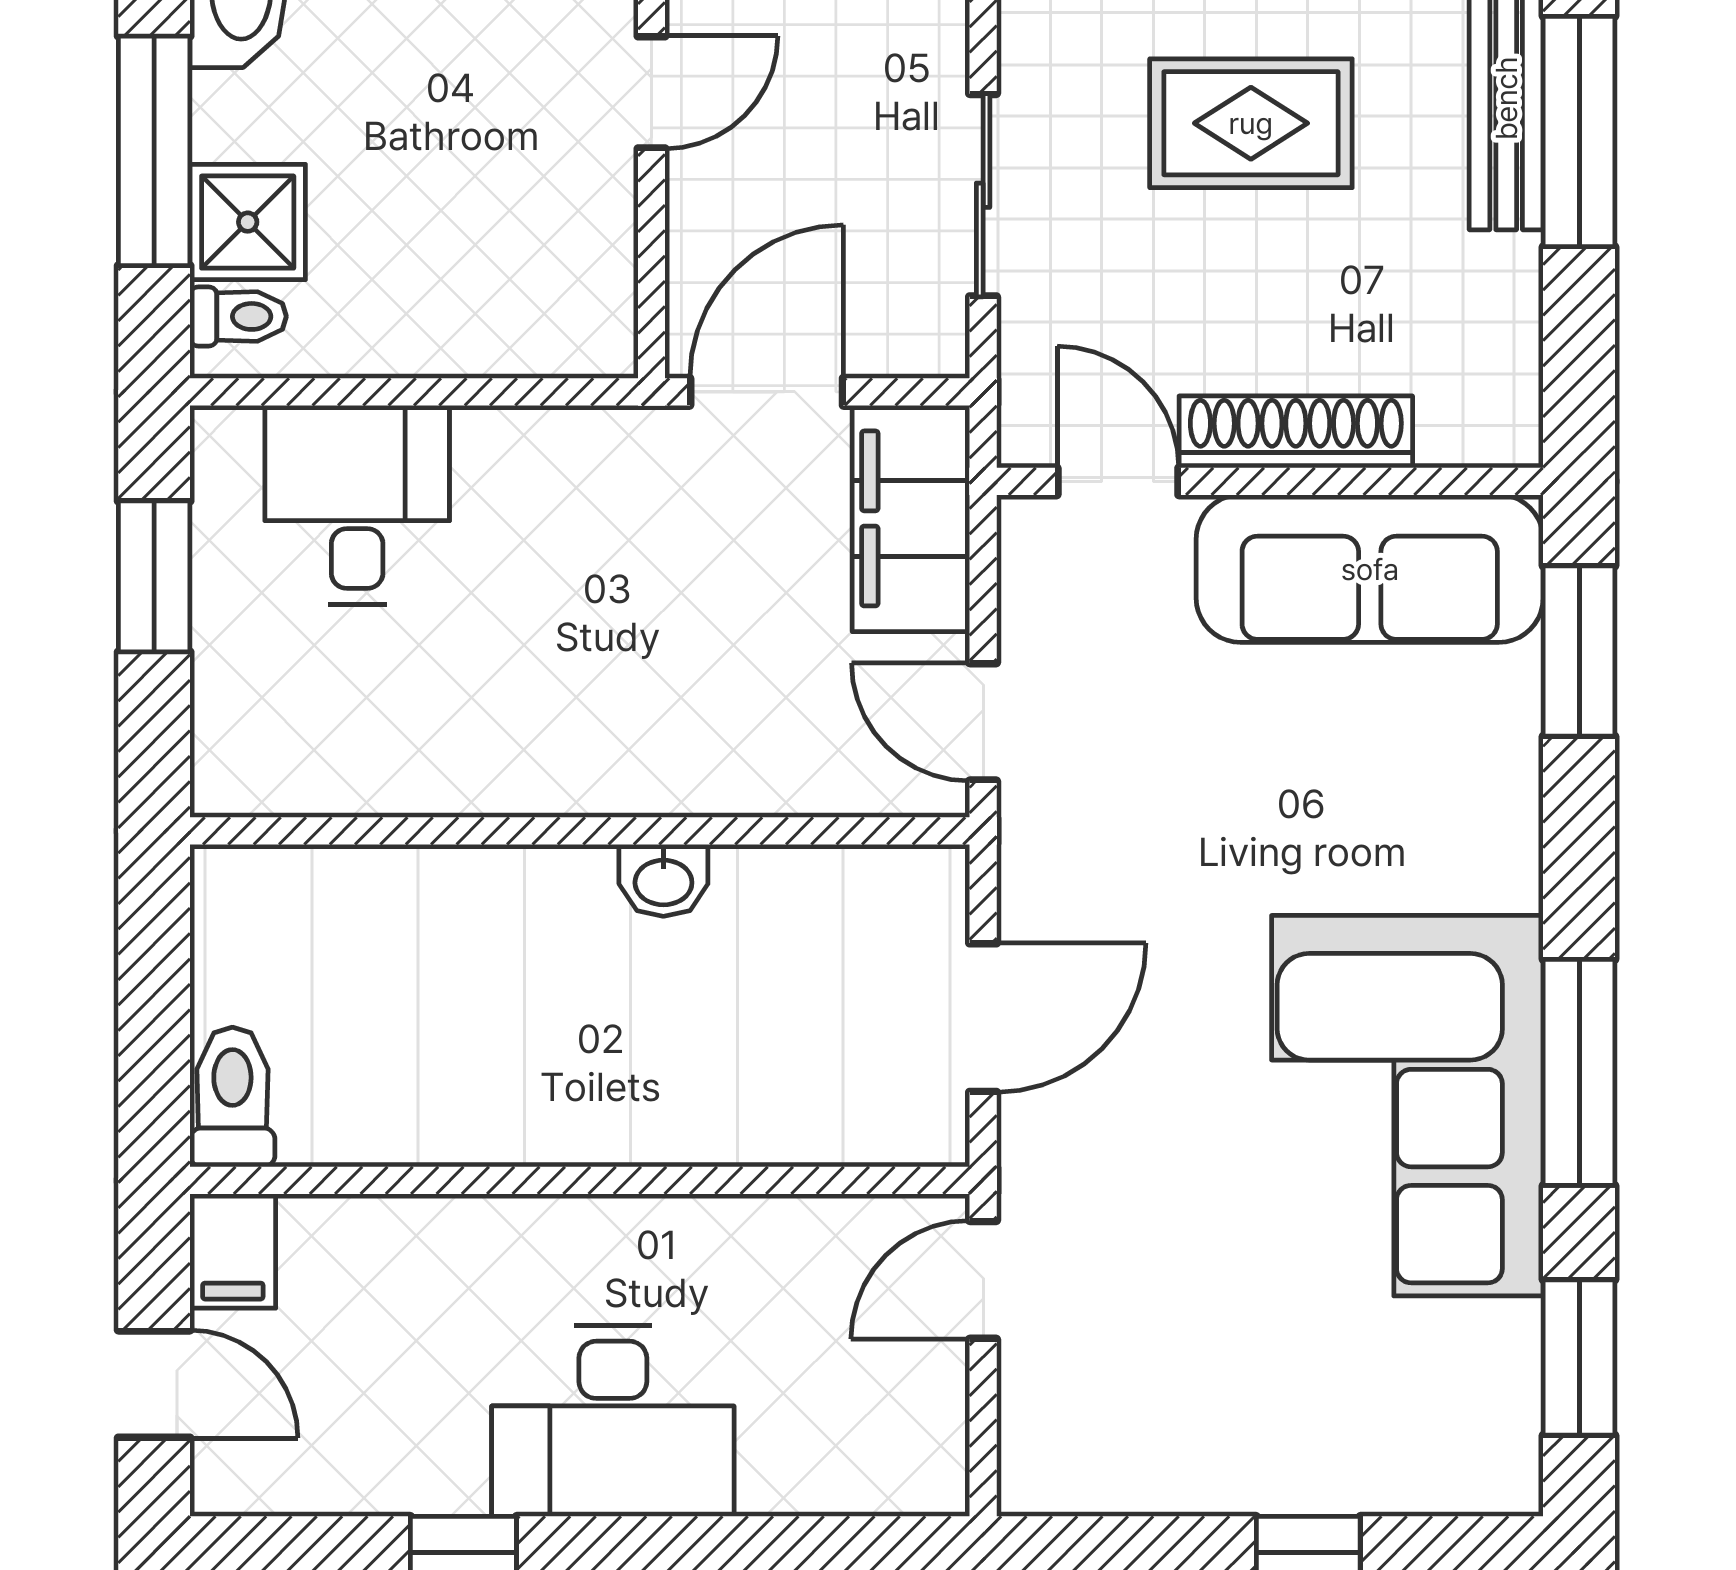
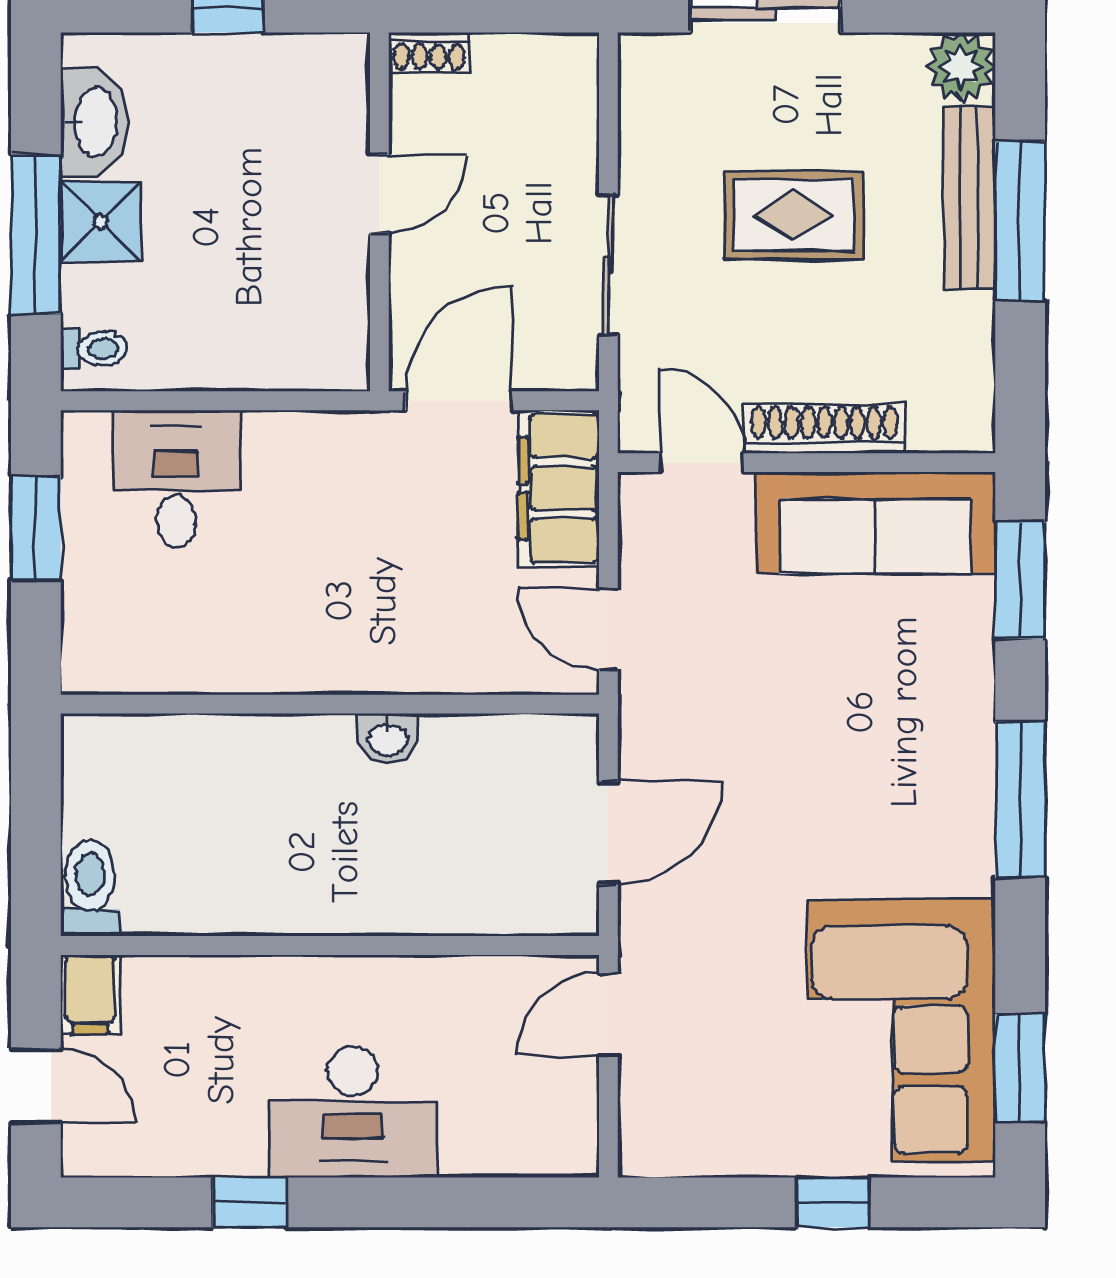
shower: (248, 222) -> (100, 222), moved
window: (1579, 1072) -> (1020, 800), moved
corner sofa: (1407, 1106) -> (901, 1031), moved

